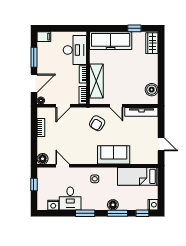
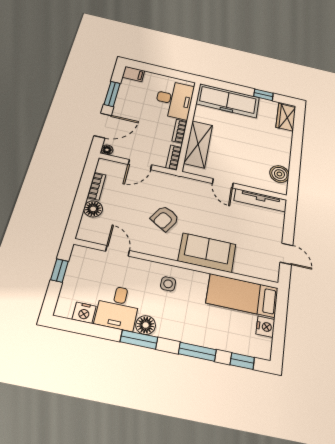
armchair: (97, 123) -> (165, 218), moved
floor lamp: (43, 159) -> (93, 209), moved
floor lamp: (113, 205) -> (146, 325), moved
nightstand: (153, 205) -> (265, 327), moved

